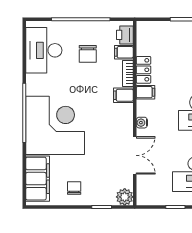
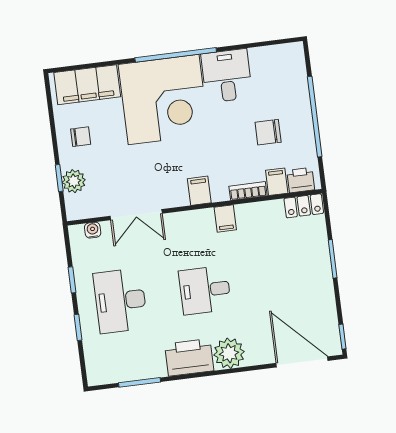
desk: (44, 50) -> (227, 76), moved, width x0.73
locker: (143, 70) -> (304, 206), moved
filing cabinet: (123, 95) -> (199, 191), moved
water cooler: (142, 123) -> (93, 230), moved
plant: (125, 197) -> (74, 181), moved

